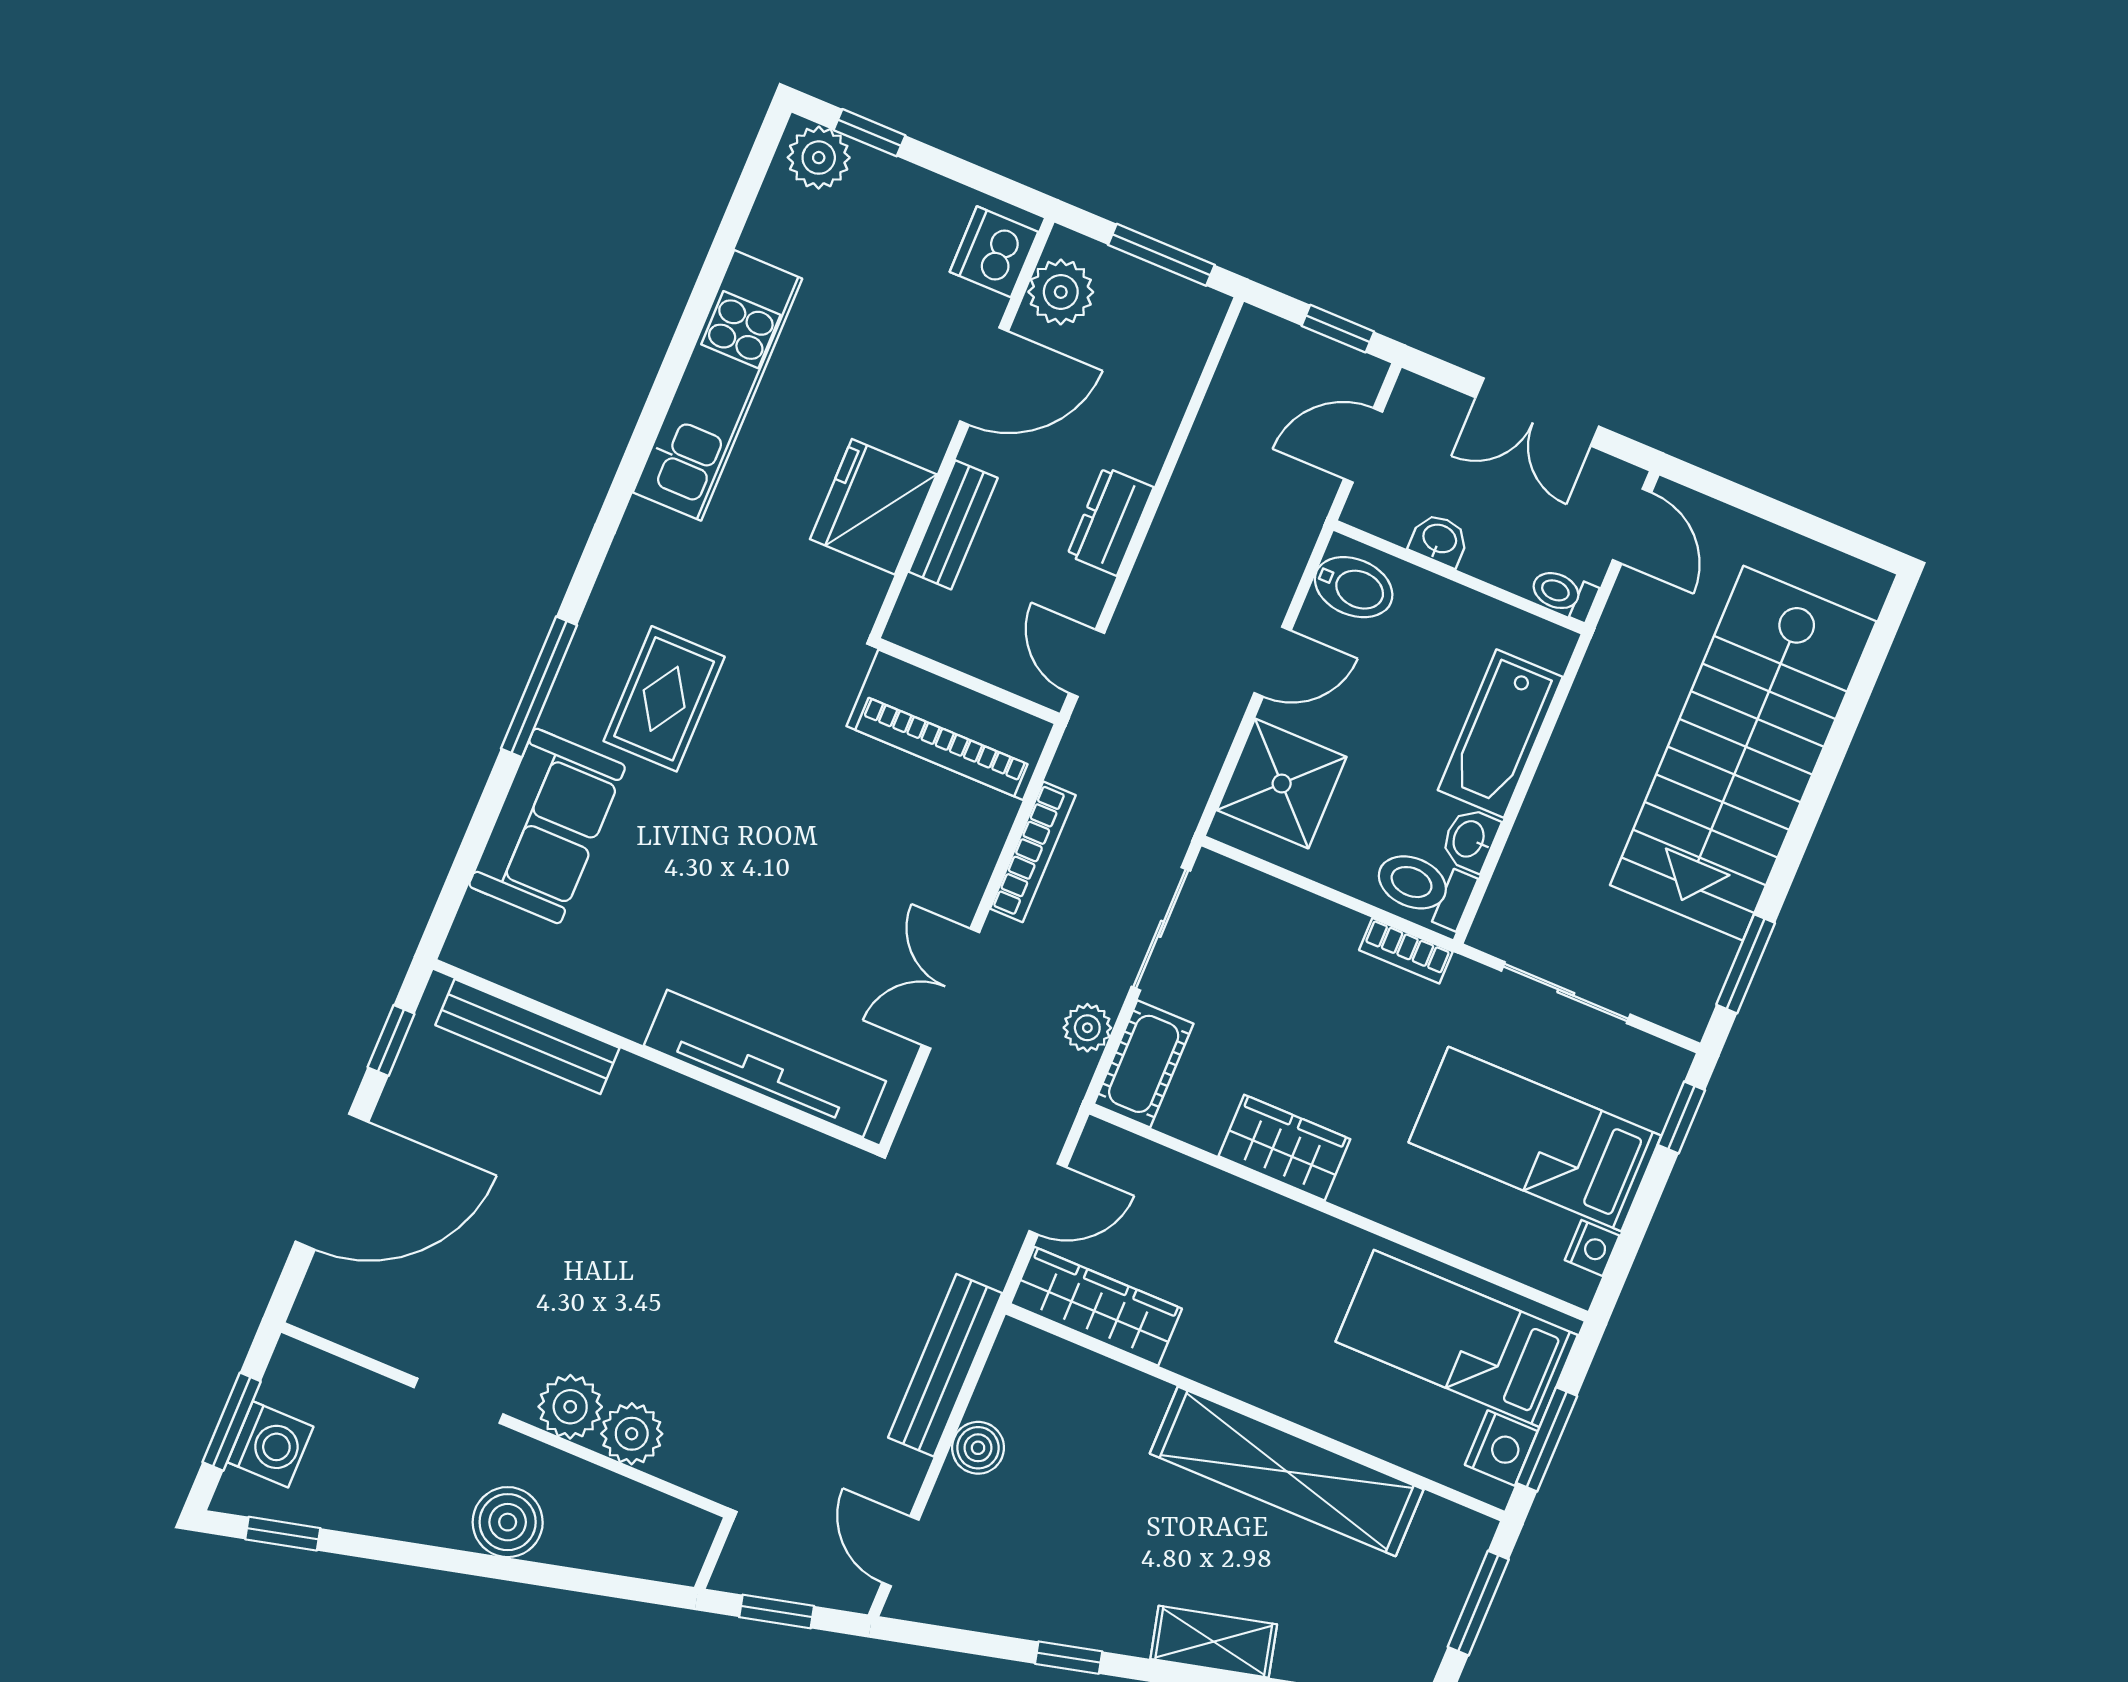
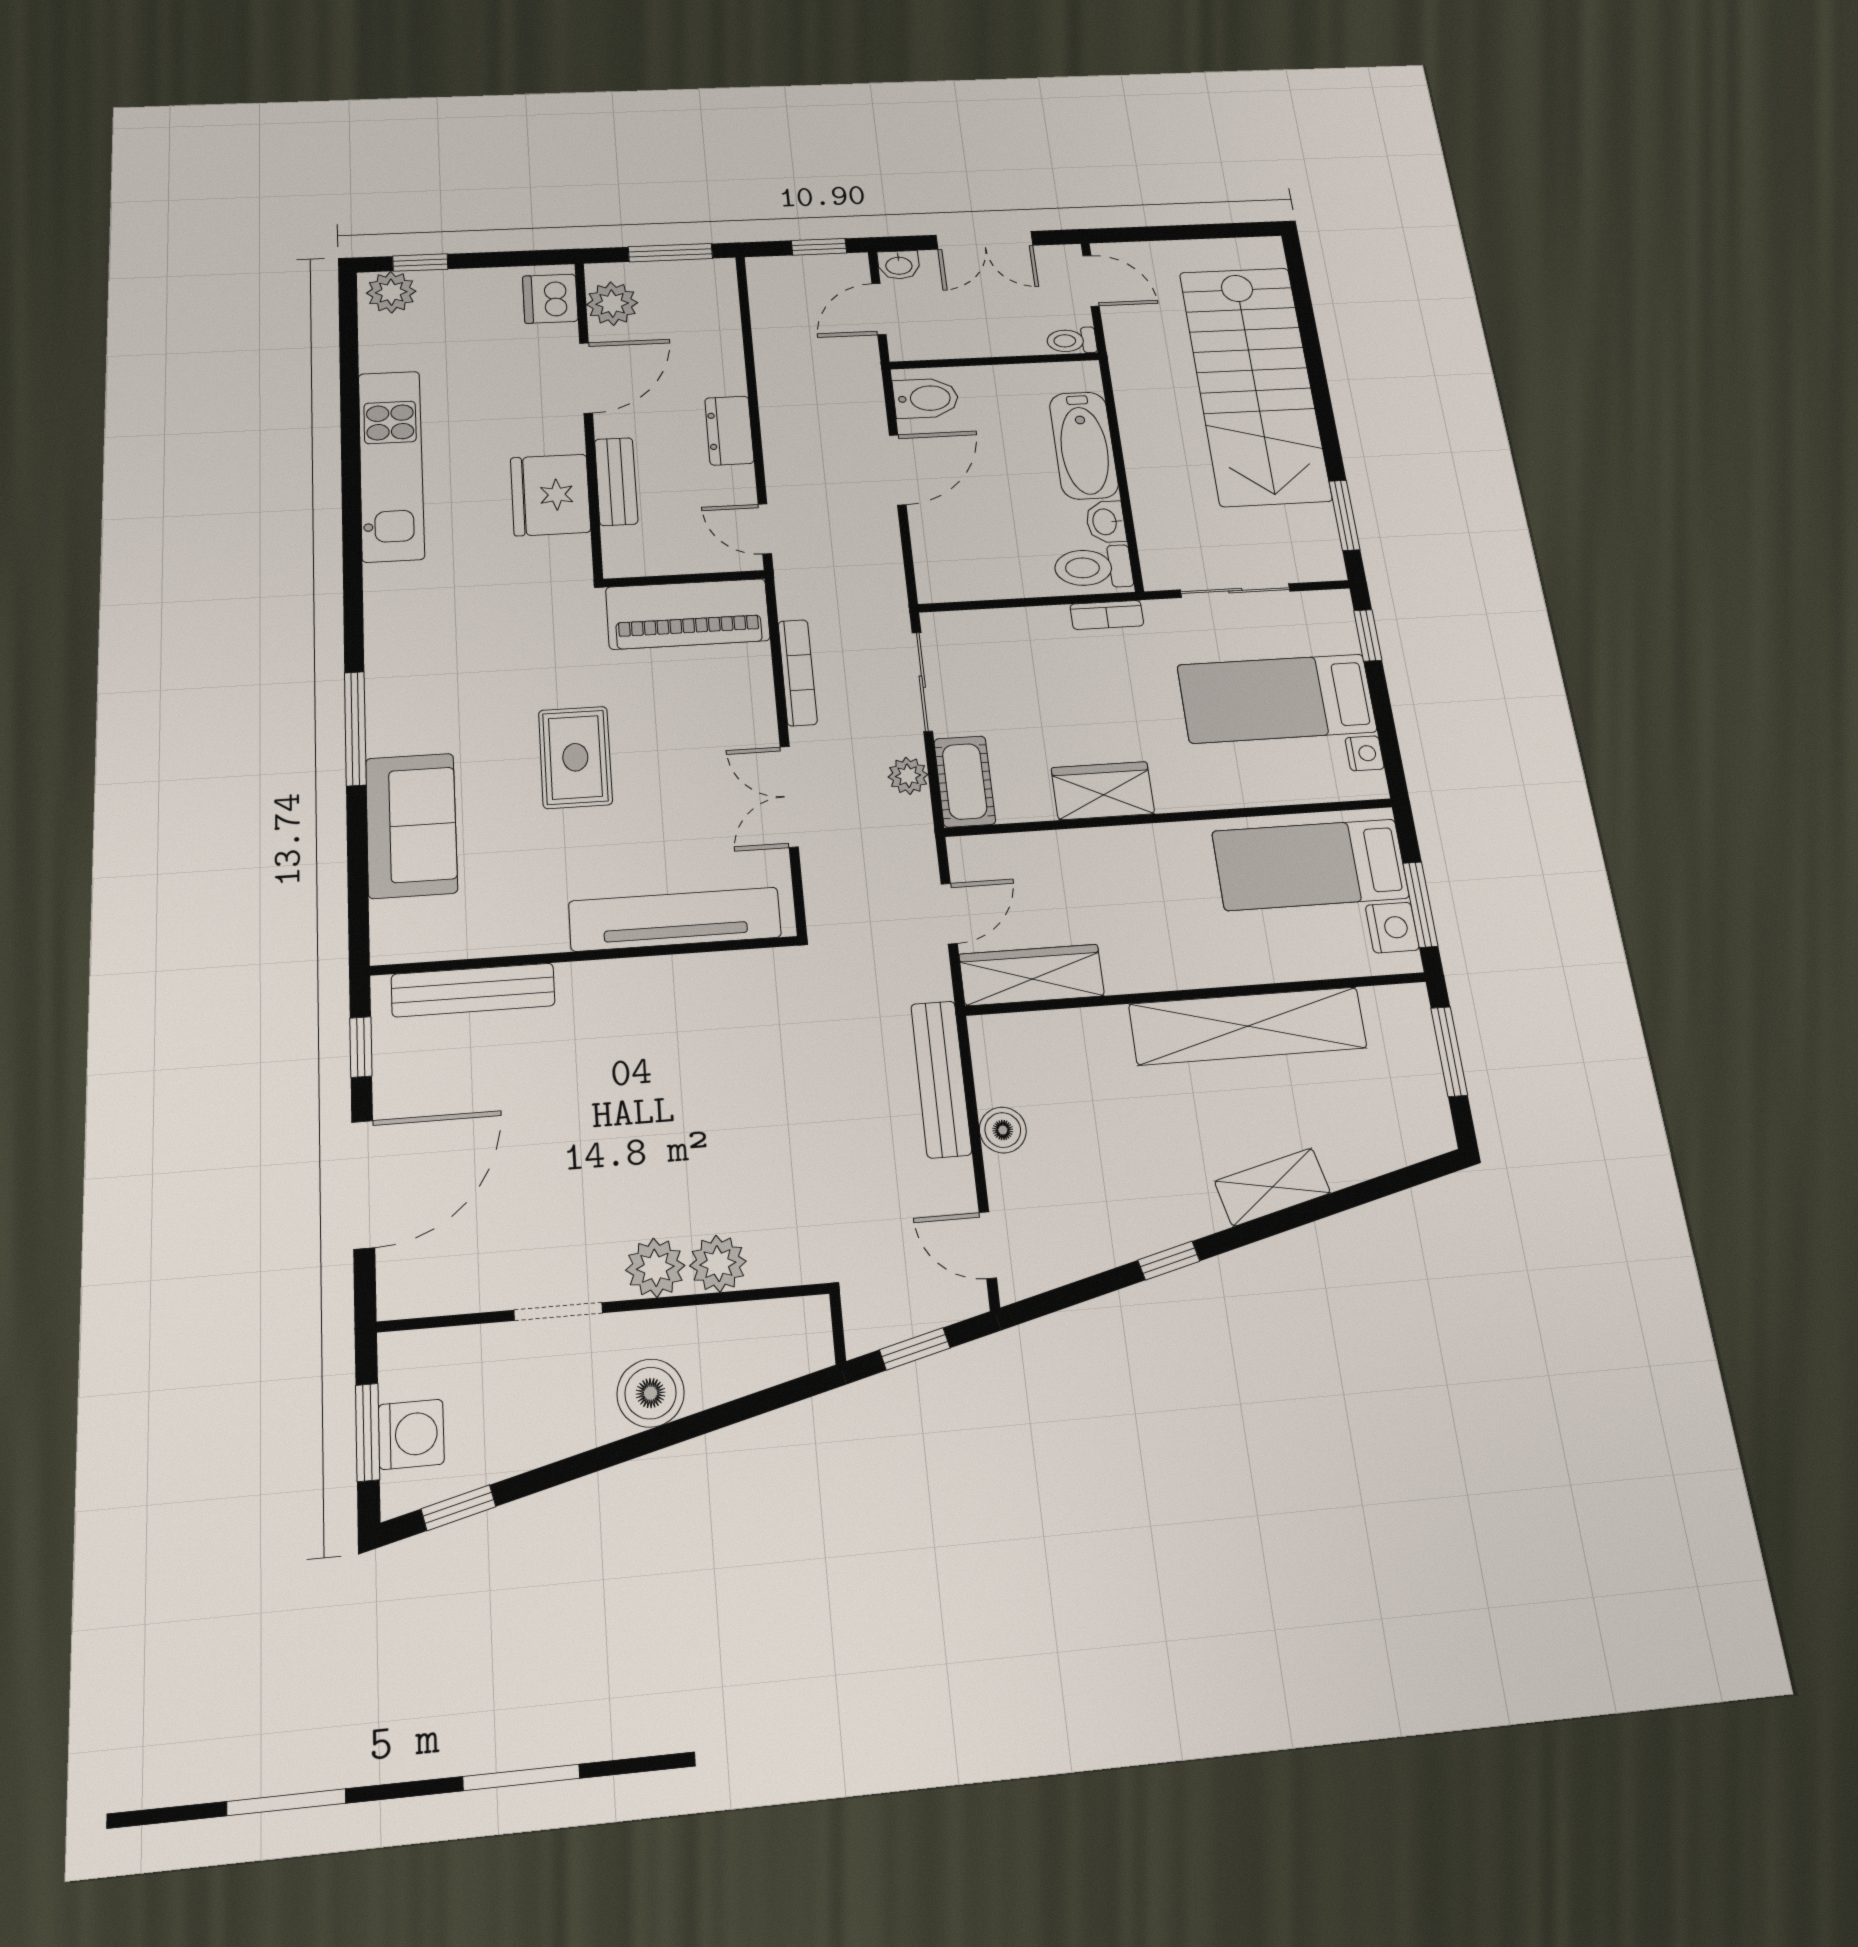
washbasin: (1439, 540) -> (899, 265), moved, turned 180
door: (1273, 662) -> (898, 470), width x1.38
rug: (664, 699) -> (575, 757), moved
shower: (1282, 783) -> (951, 545), removed

